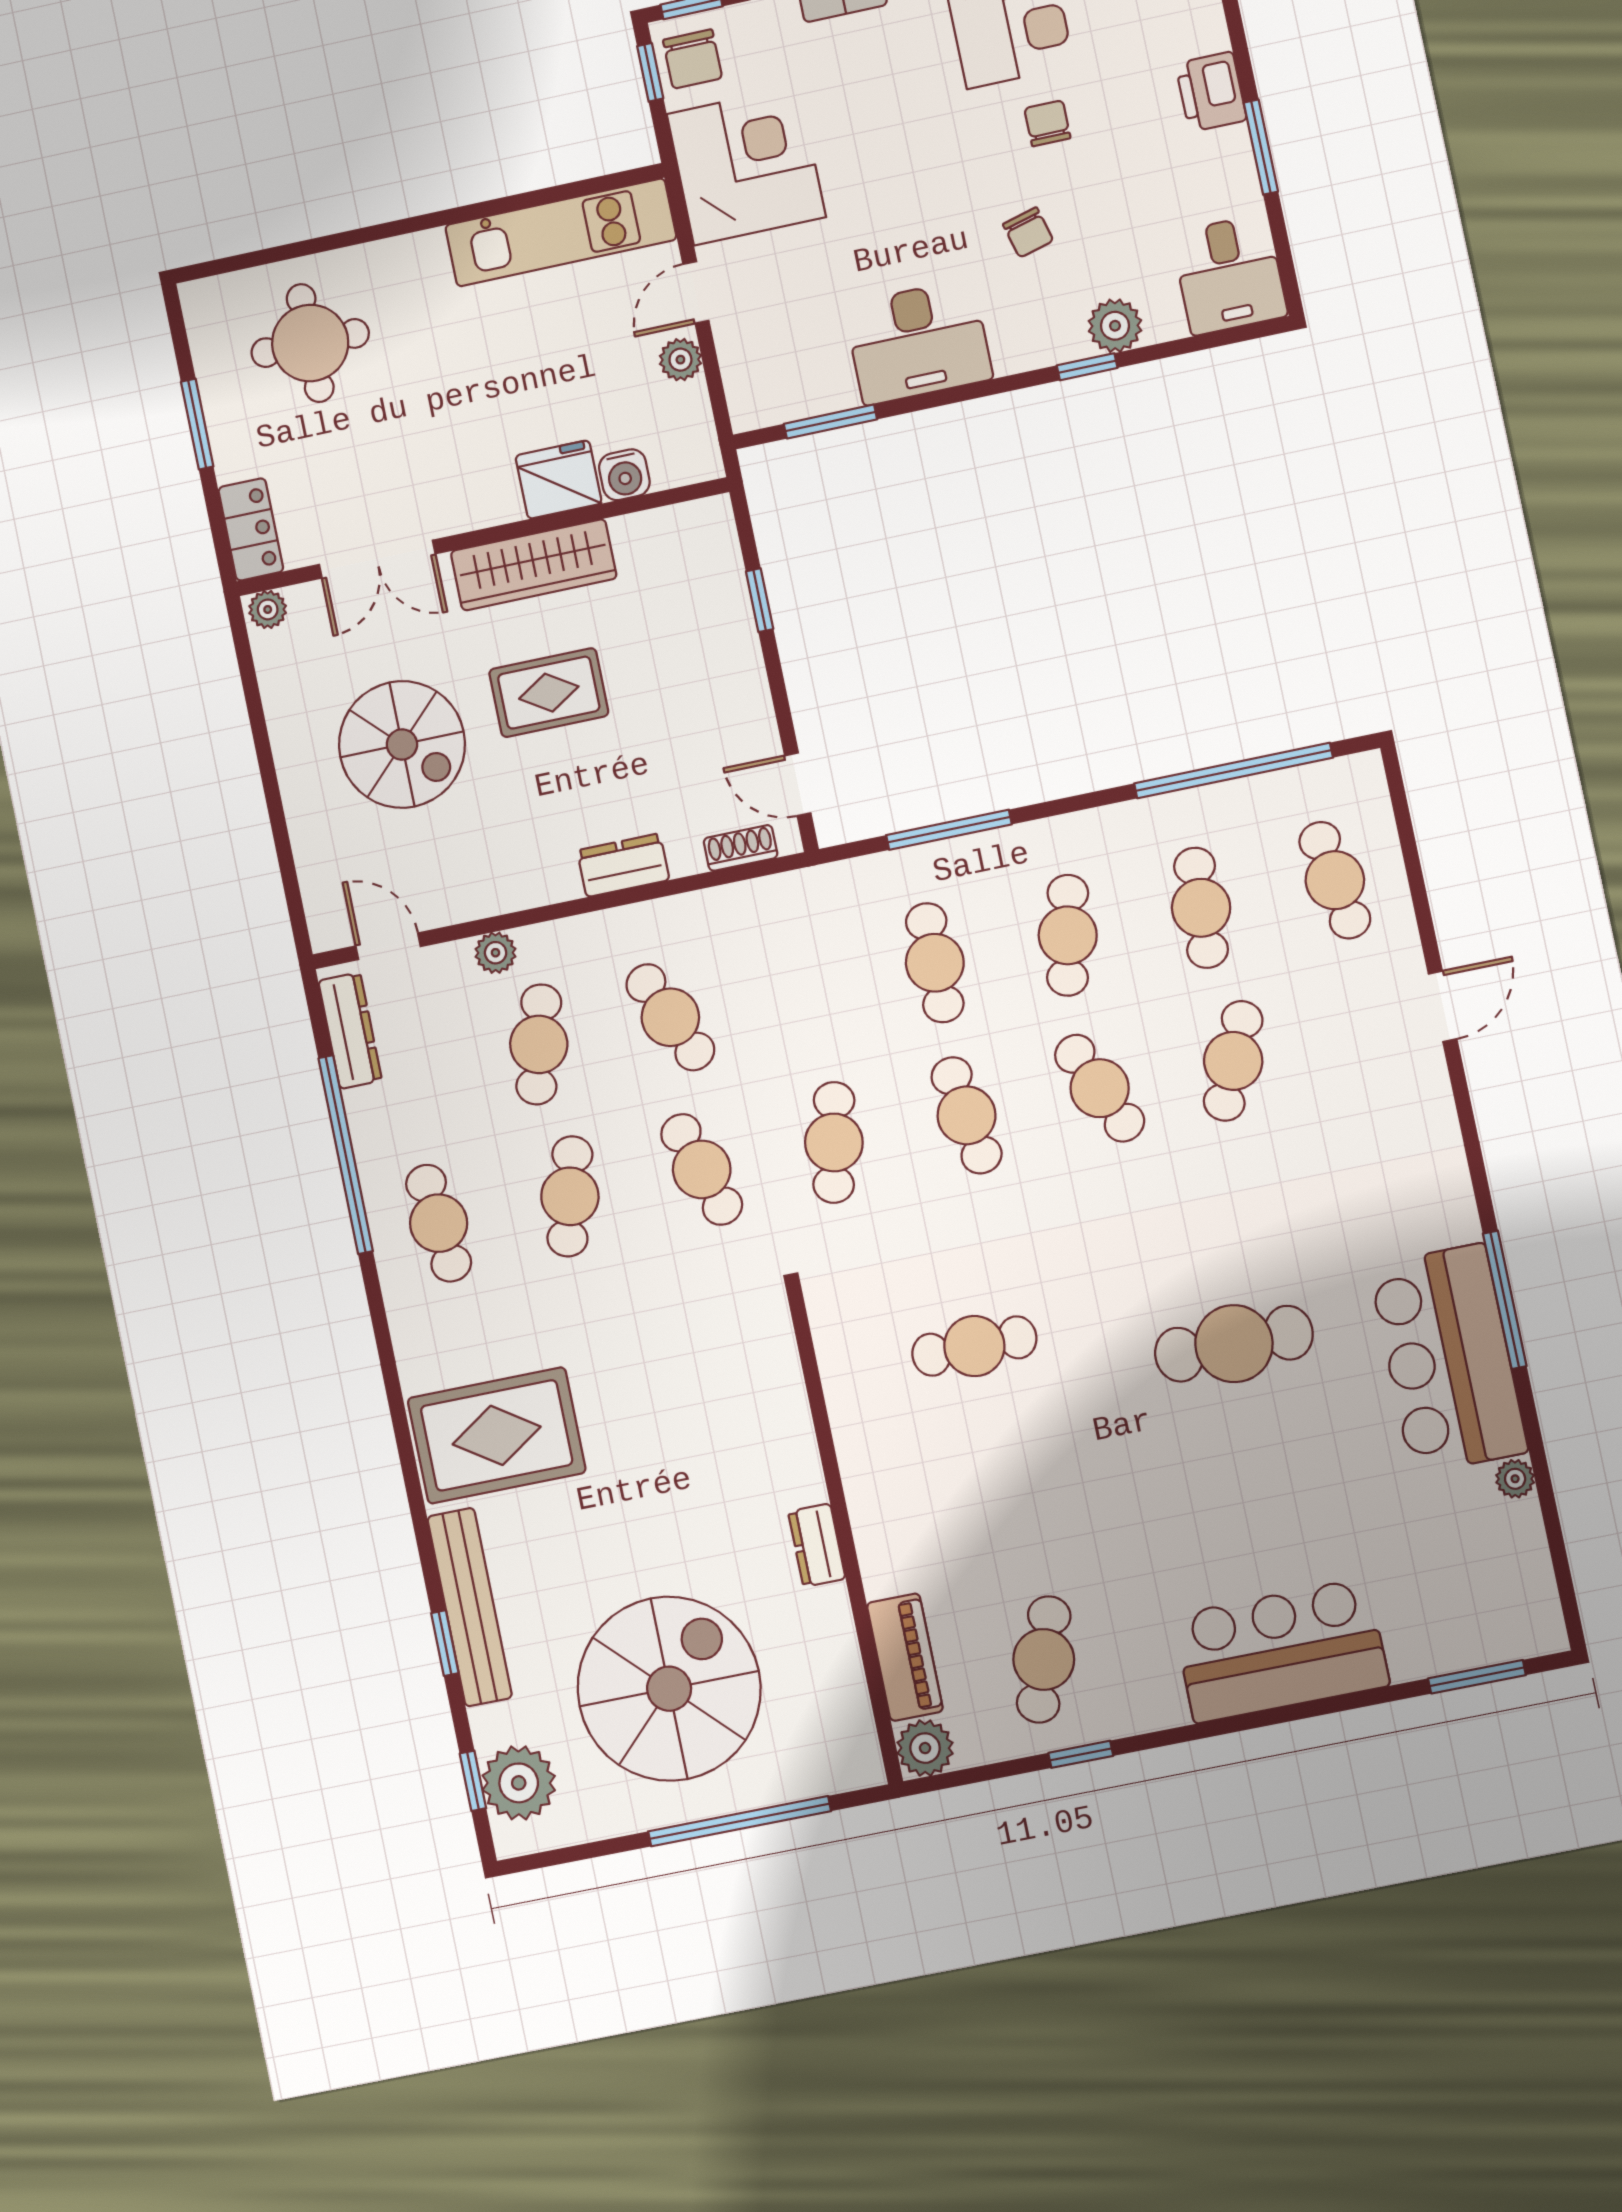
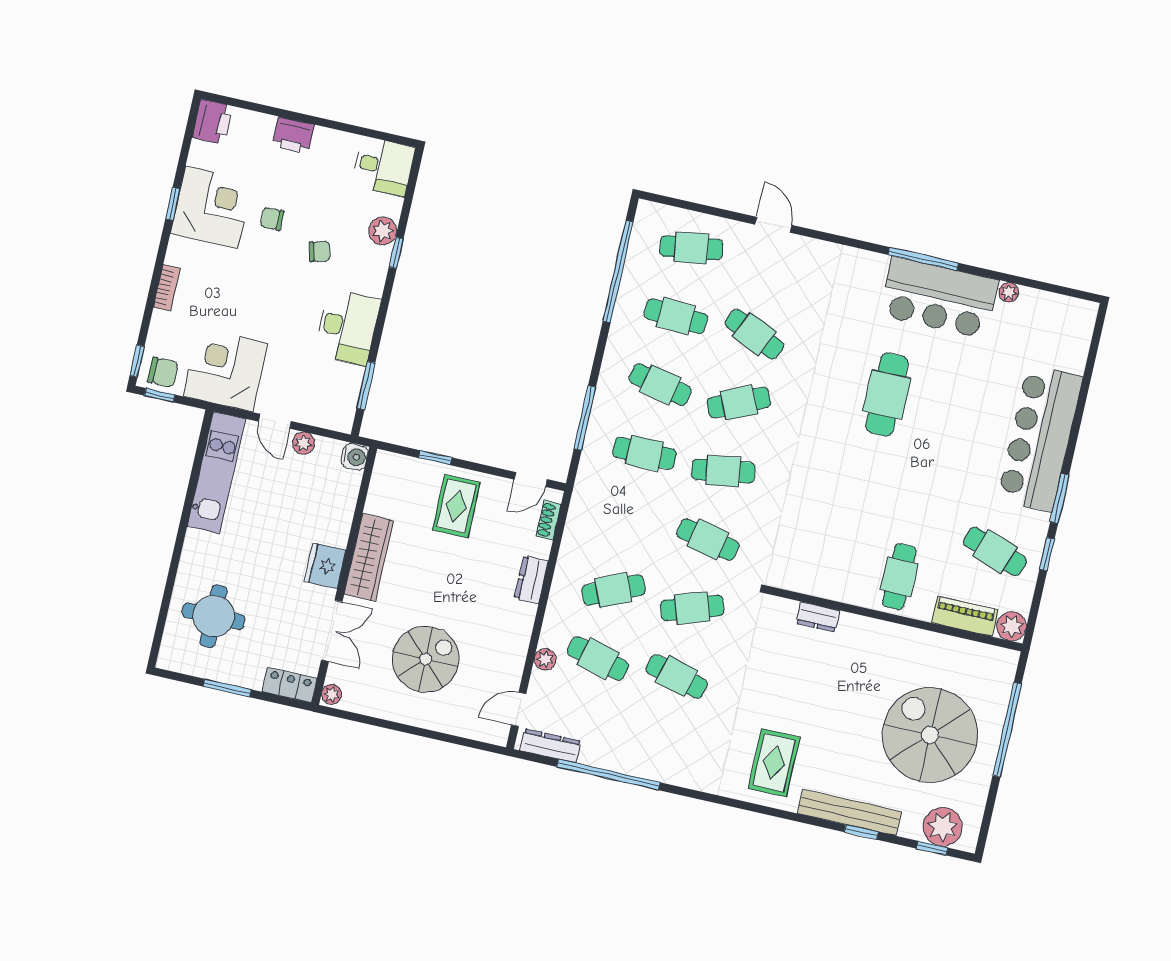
window: (1261, 147) -> (330, 124), removed
water cooler: (624, 475) -> (355, 457), moved
fridge: (559, 480) -> (325, 566), moved
rug: (549, 693) -> (456, 506), moved
cafe table: (439, 1223) -> (661, 745), removed
cafe table: (974, 1346) -> (899, 577), moved
rug: (497, 1435) -> (774, 763), width x0.73, depth x0.70
dresser: (817, 1545) -> (818, 617), moved
bar counter: (1281, 1651) -> (1040, 438), width x1.36
window: (1477, 1677) -> (1060, 498), moved

